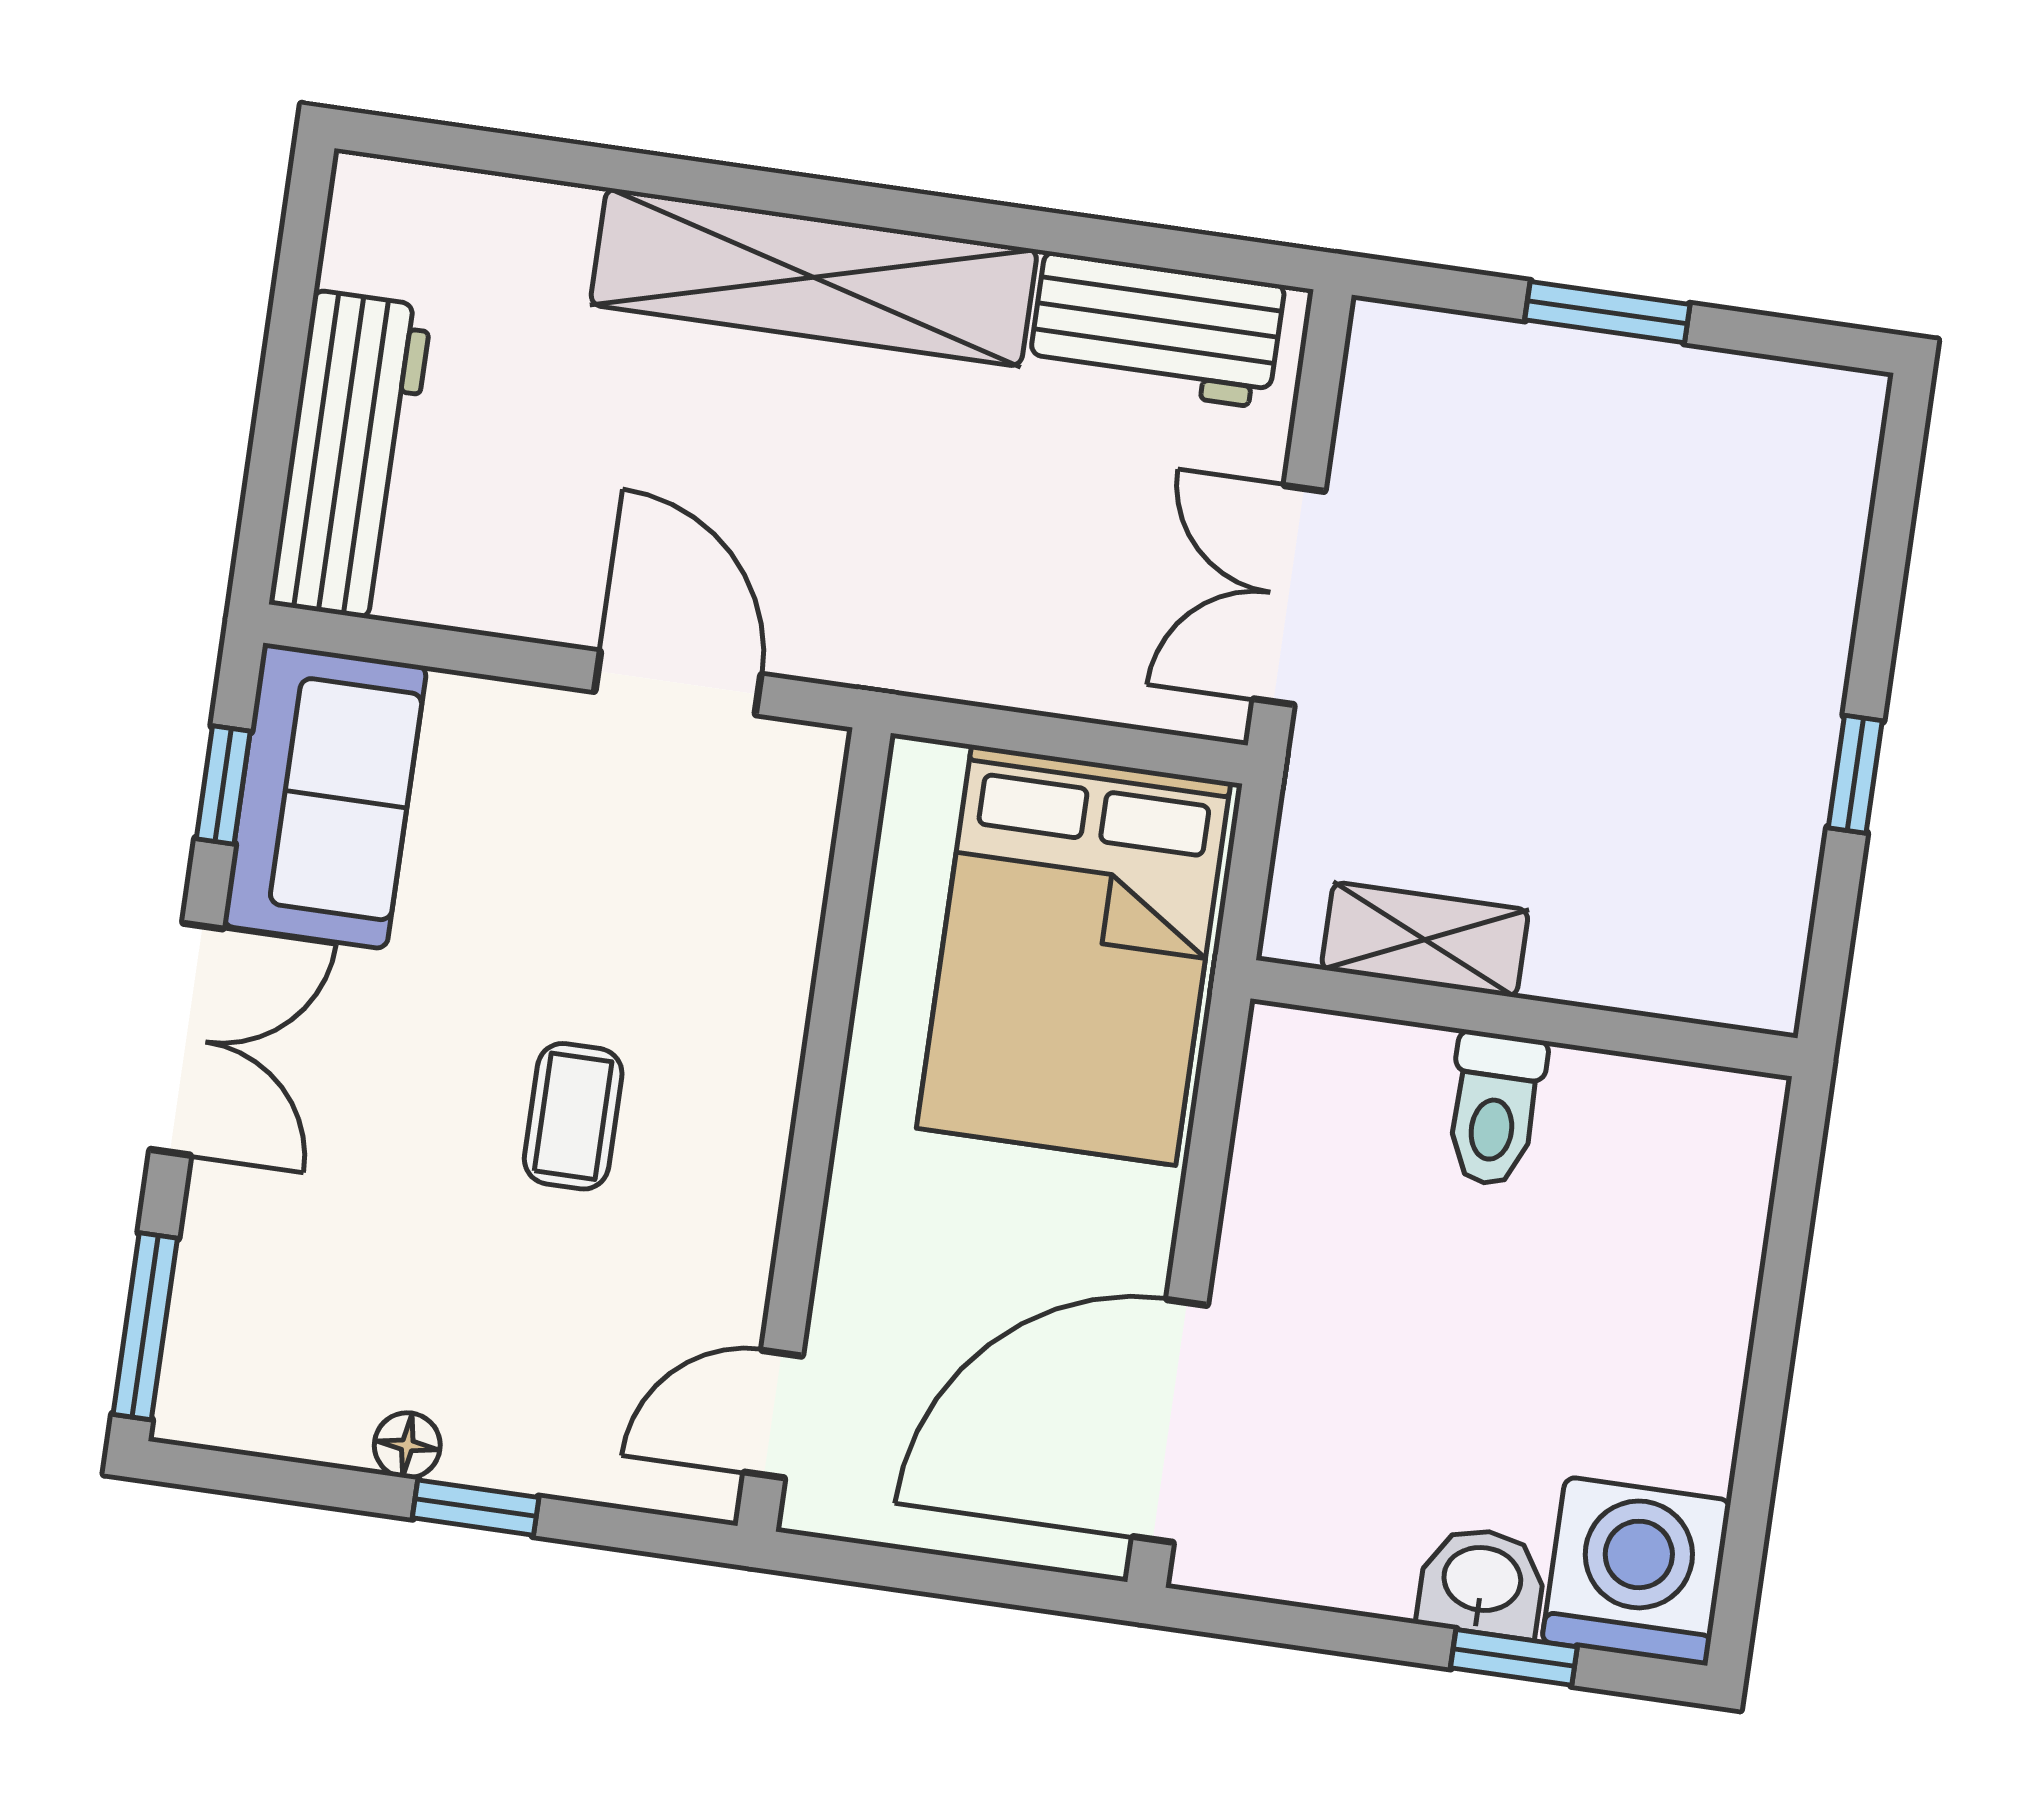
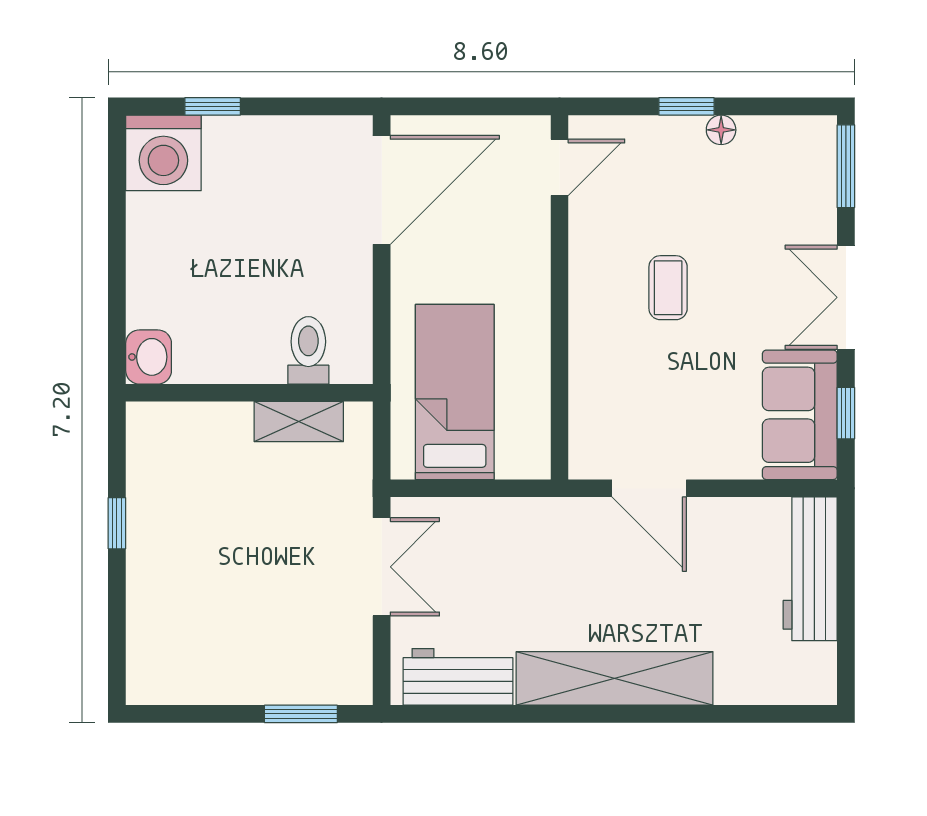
window: (1607, 312) -> (301, 714), moved
bed: (1074, 955) -> (455, 392), width x0.67
toilet: (1494, 1109) -> (308, 350), moved
washbasin: (1482, 1582) -> (149, 357), moved, turned -90

